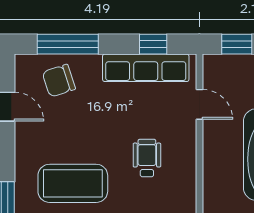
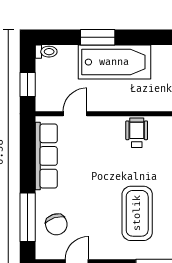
window: (153, 44) -> (28, 150), removed
wheelchair: (147, 158) -> (137, 133), moved, turned 90

